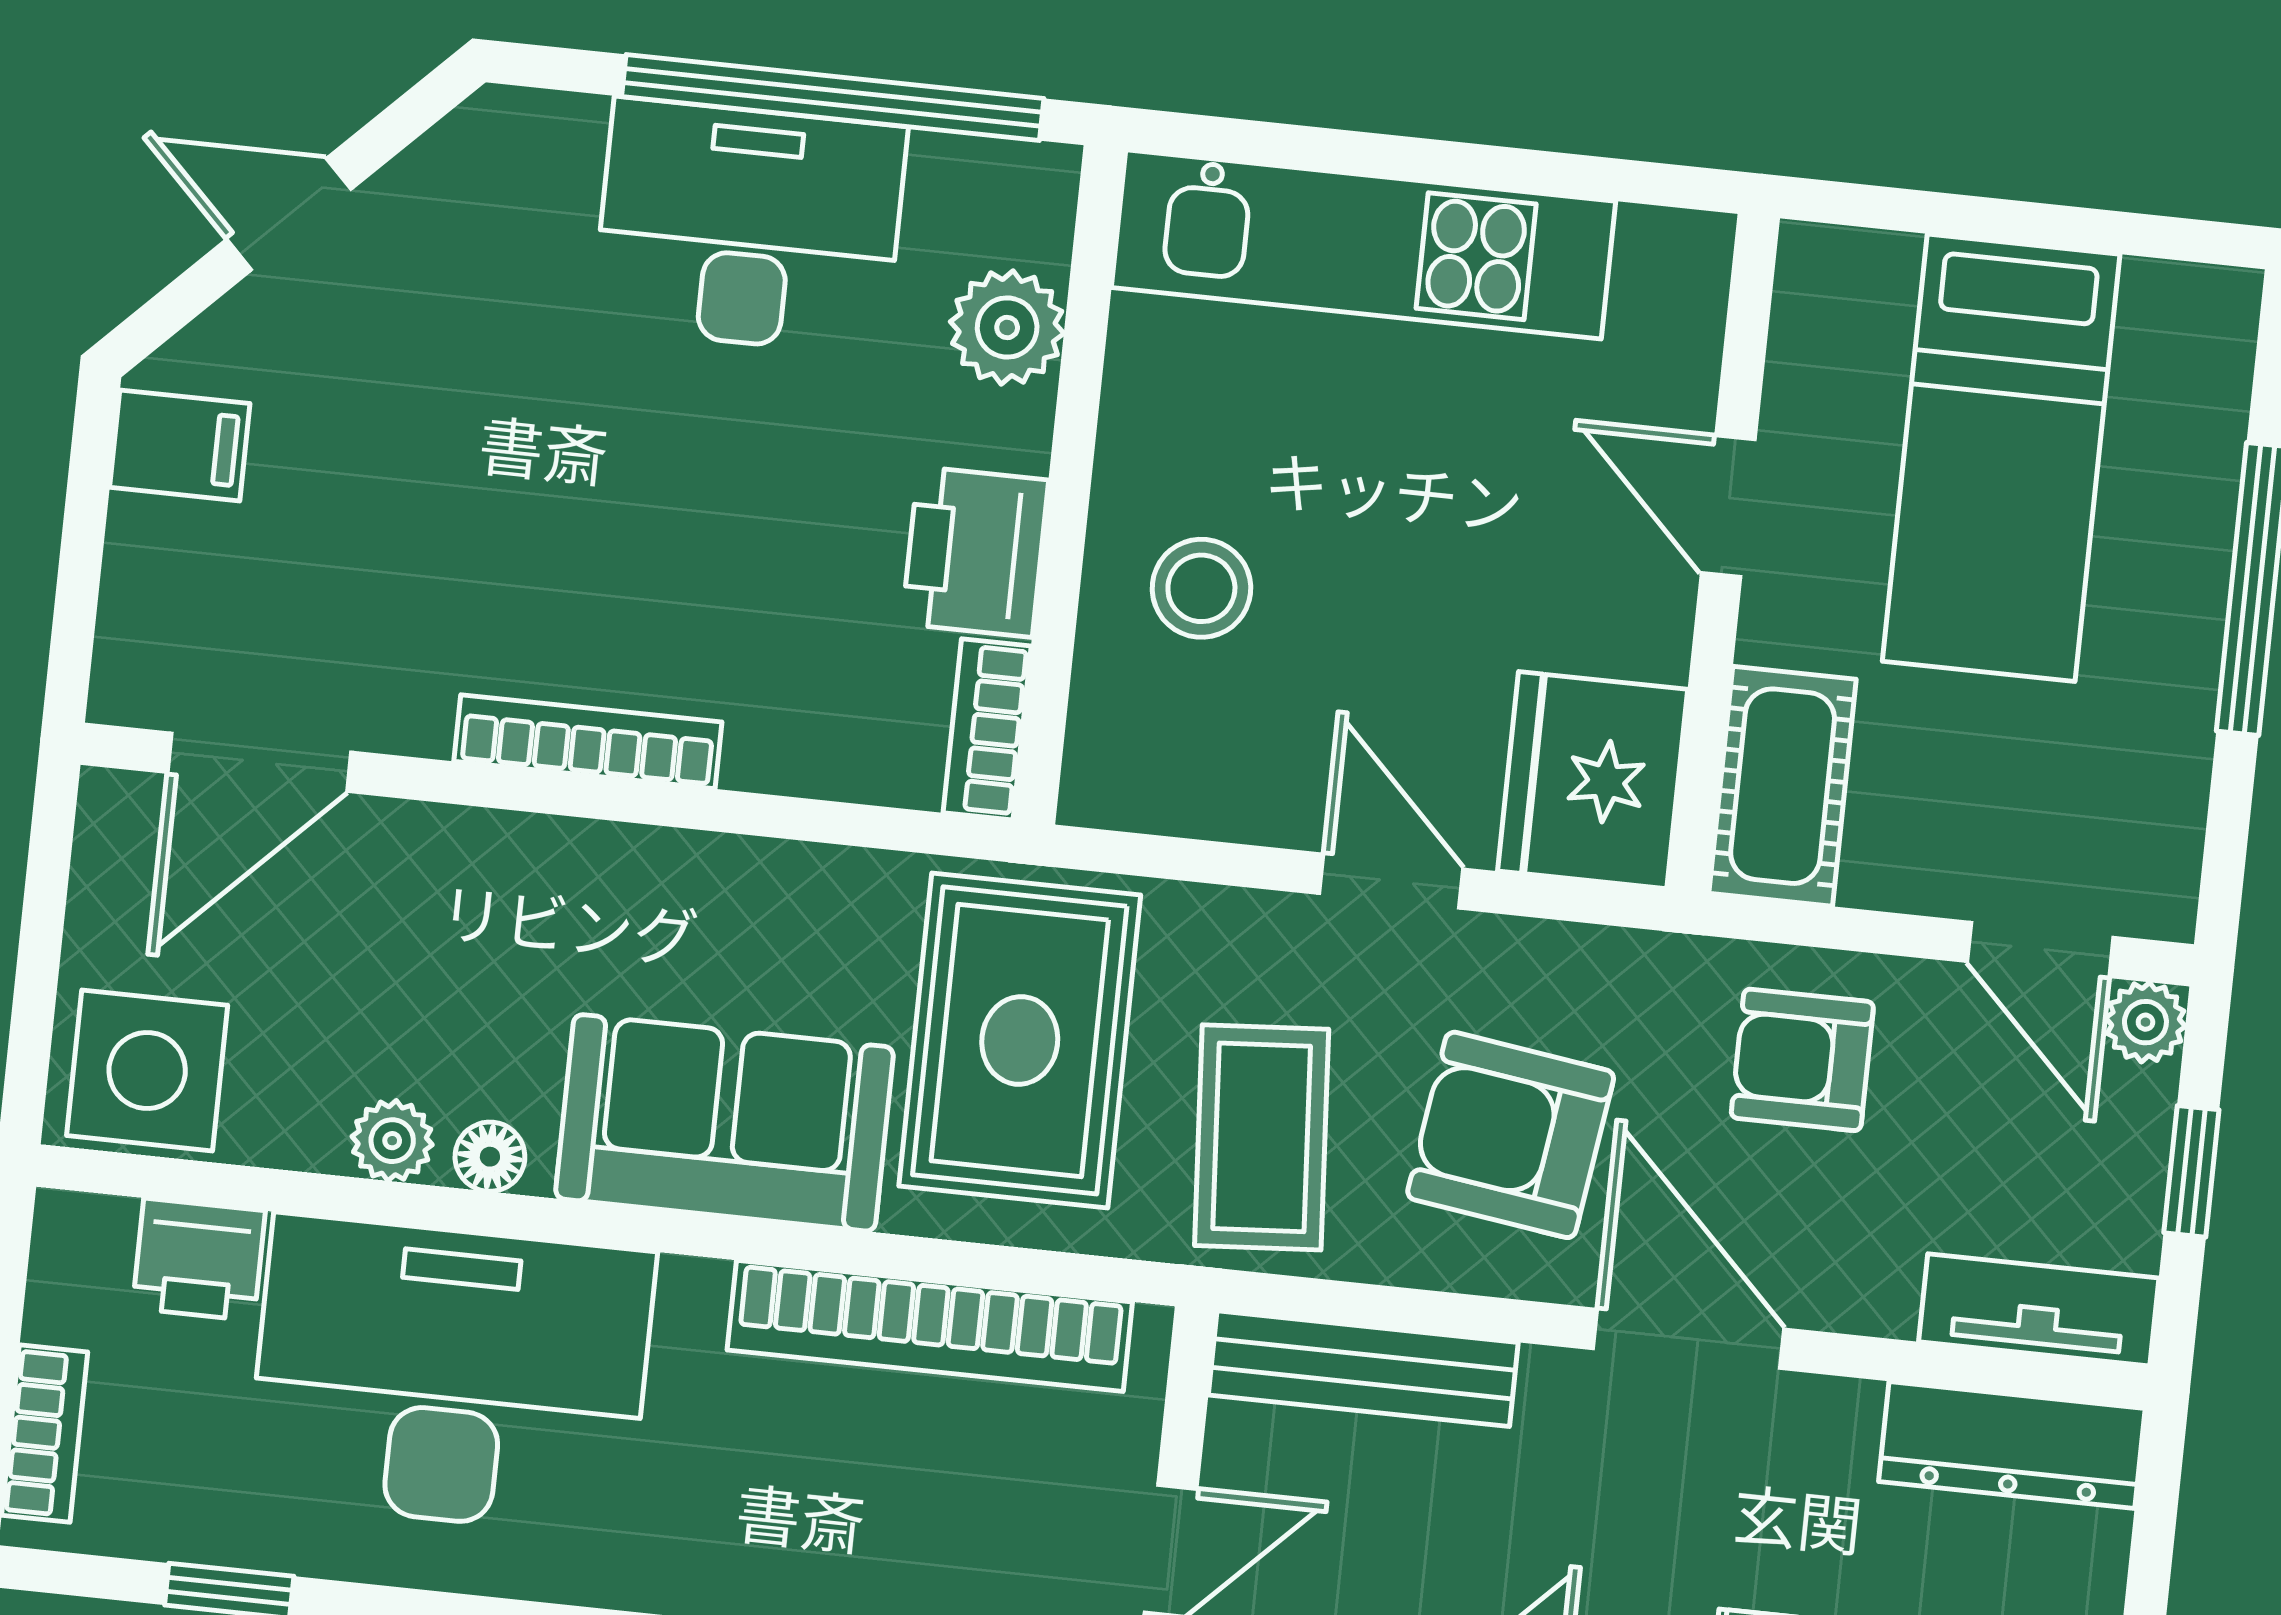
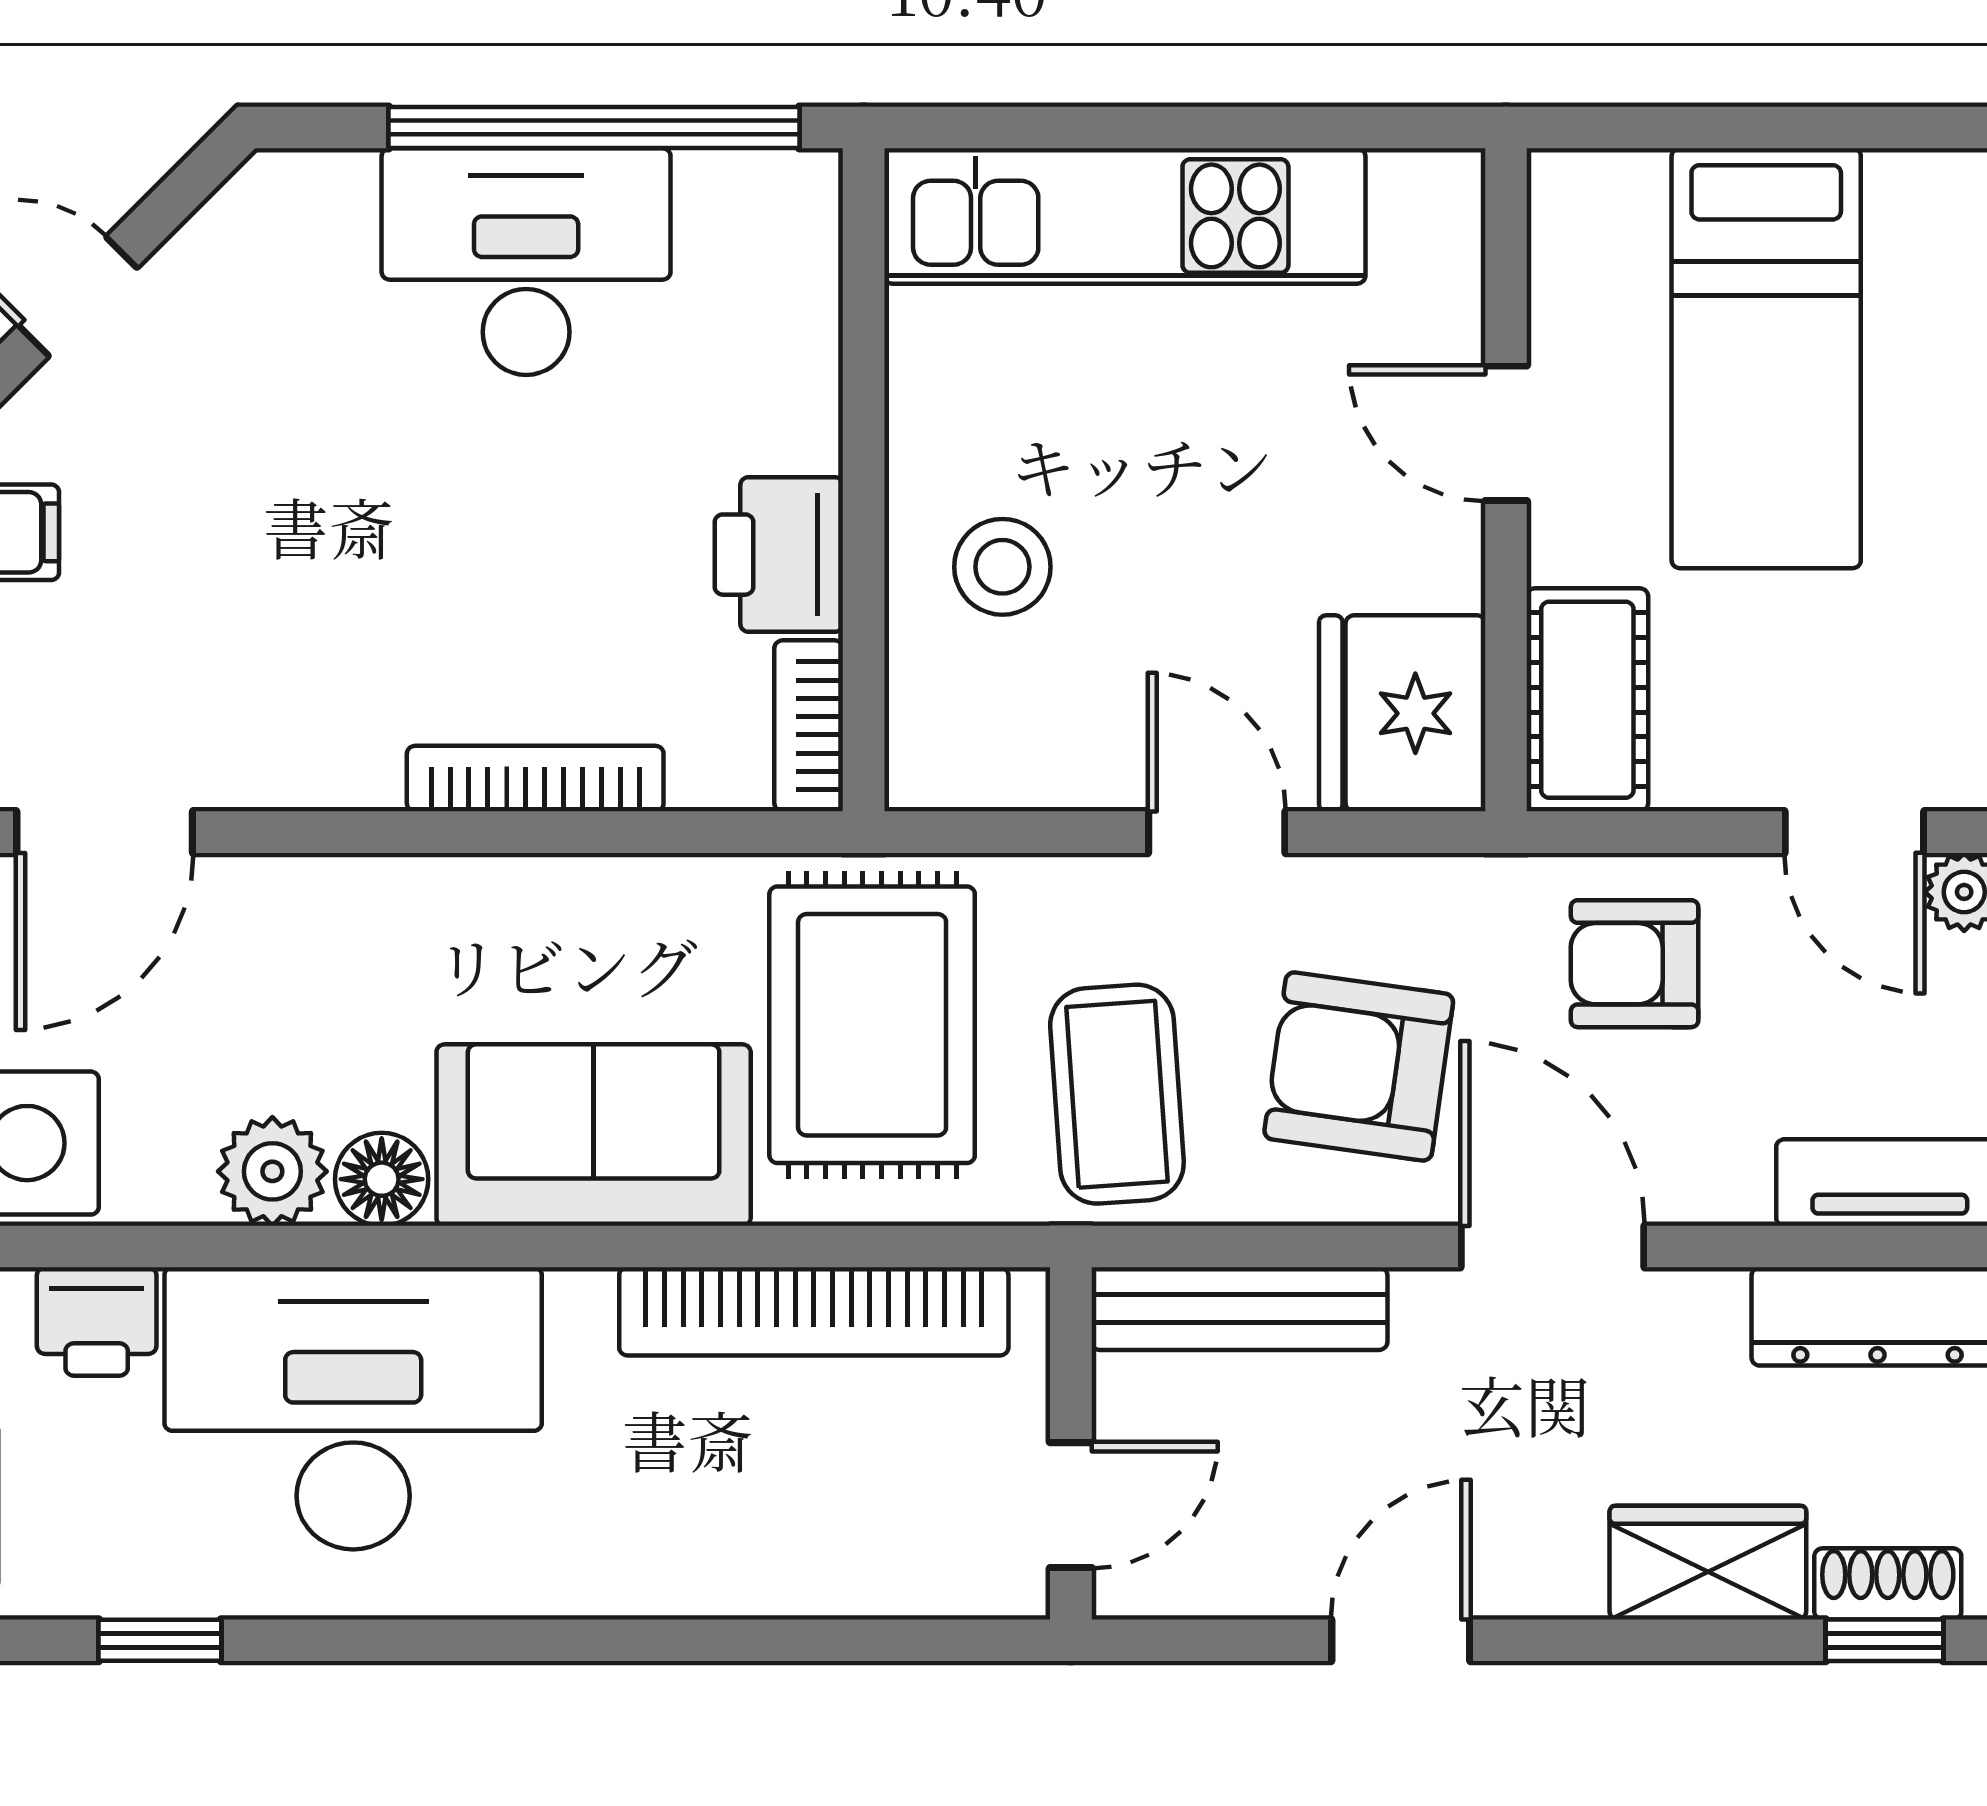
plant: (1007, 327) -> (787, 333), removed
bookcase: (588, 742) -> (535, 778), moved
plant: (392, 1141) -> (272, 1171), width x1.38, depth x1.38
floor lamp: (490, 1157) -> (382, 1179), width x1.37, depth x1.37

